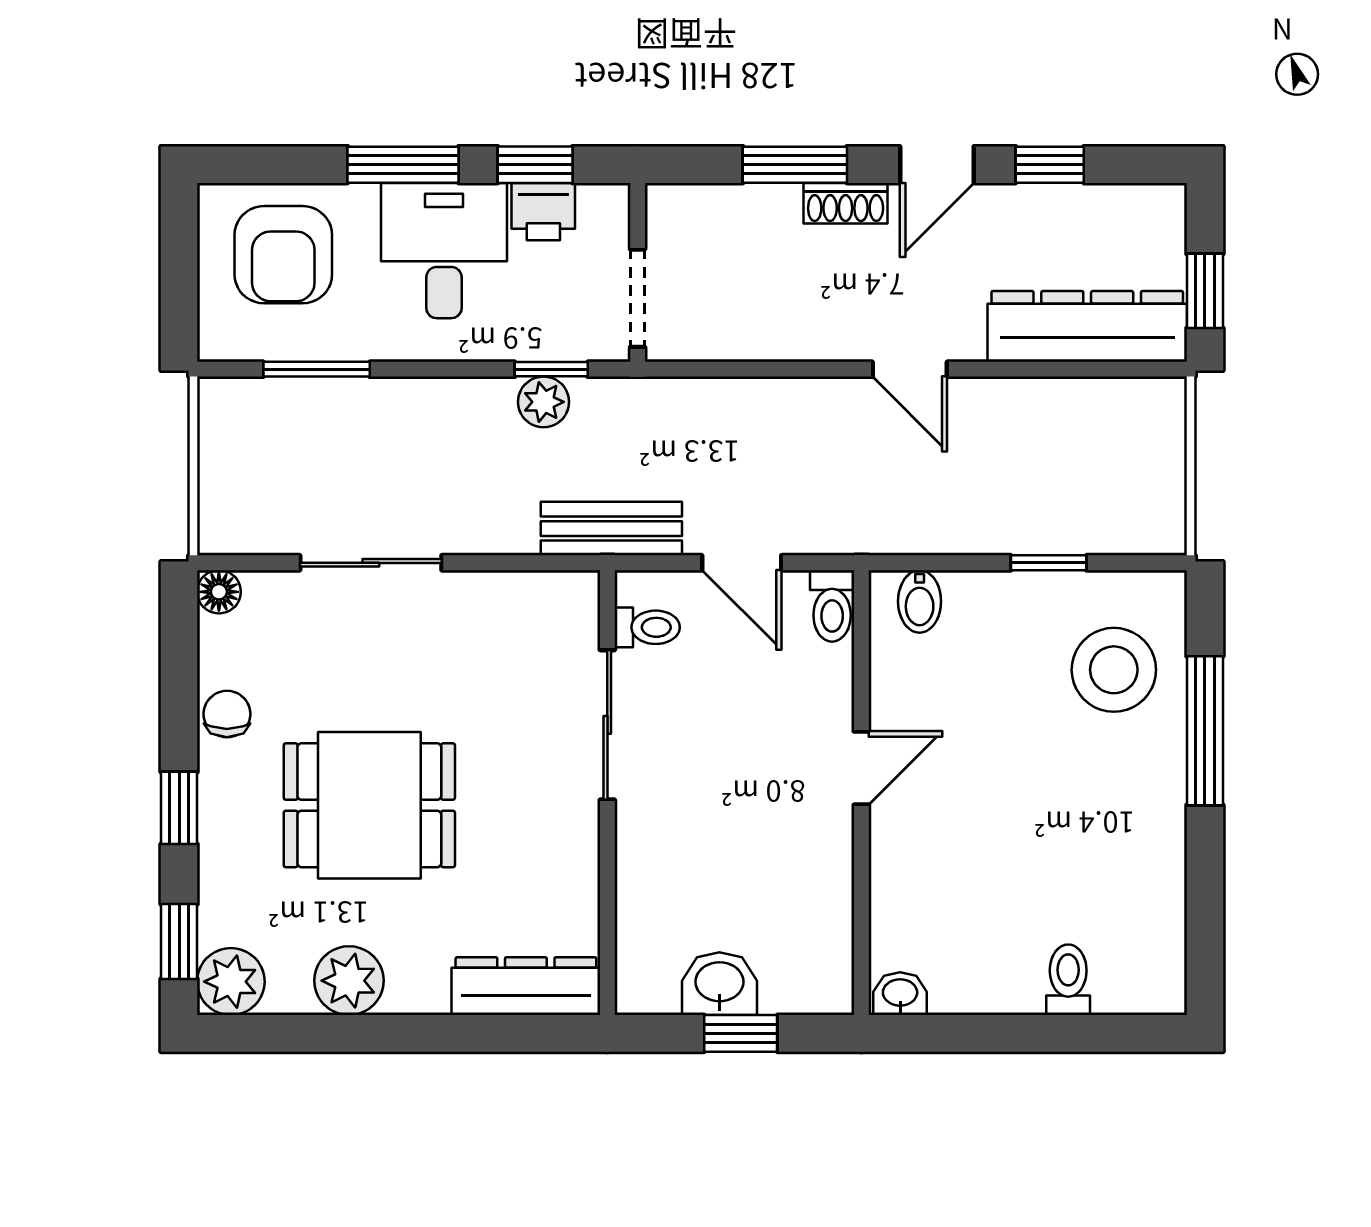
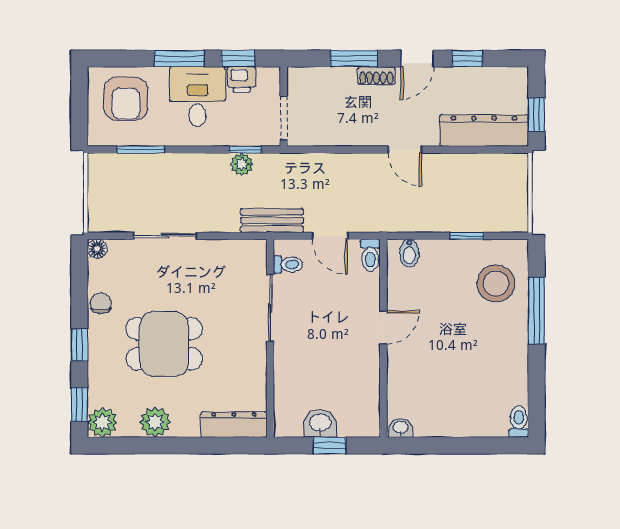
toilet: (1068, 980) -> (519, 422), moved

